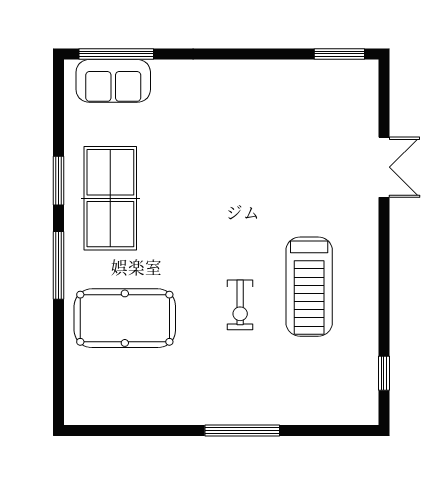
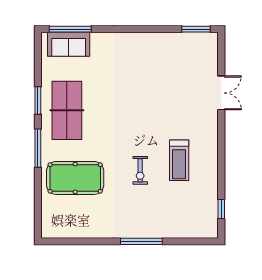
treadmill: (309, 287) -> (179, 160), width x0.73, depth x0.73

